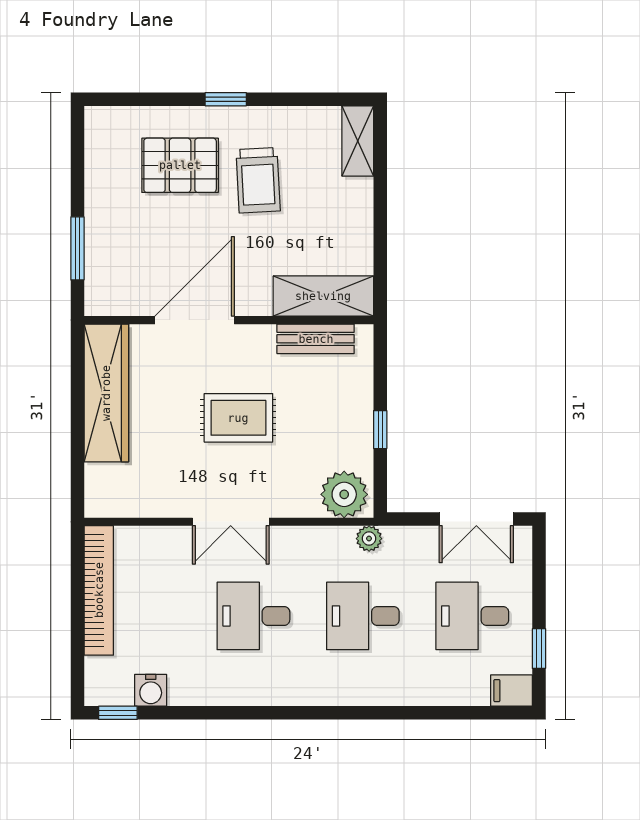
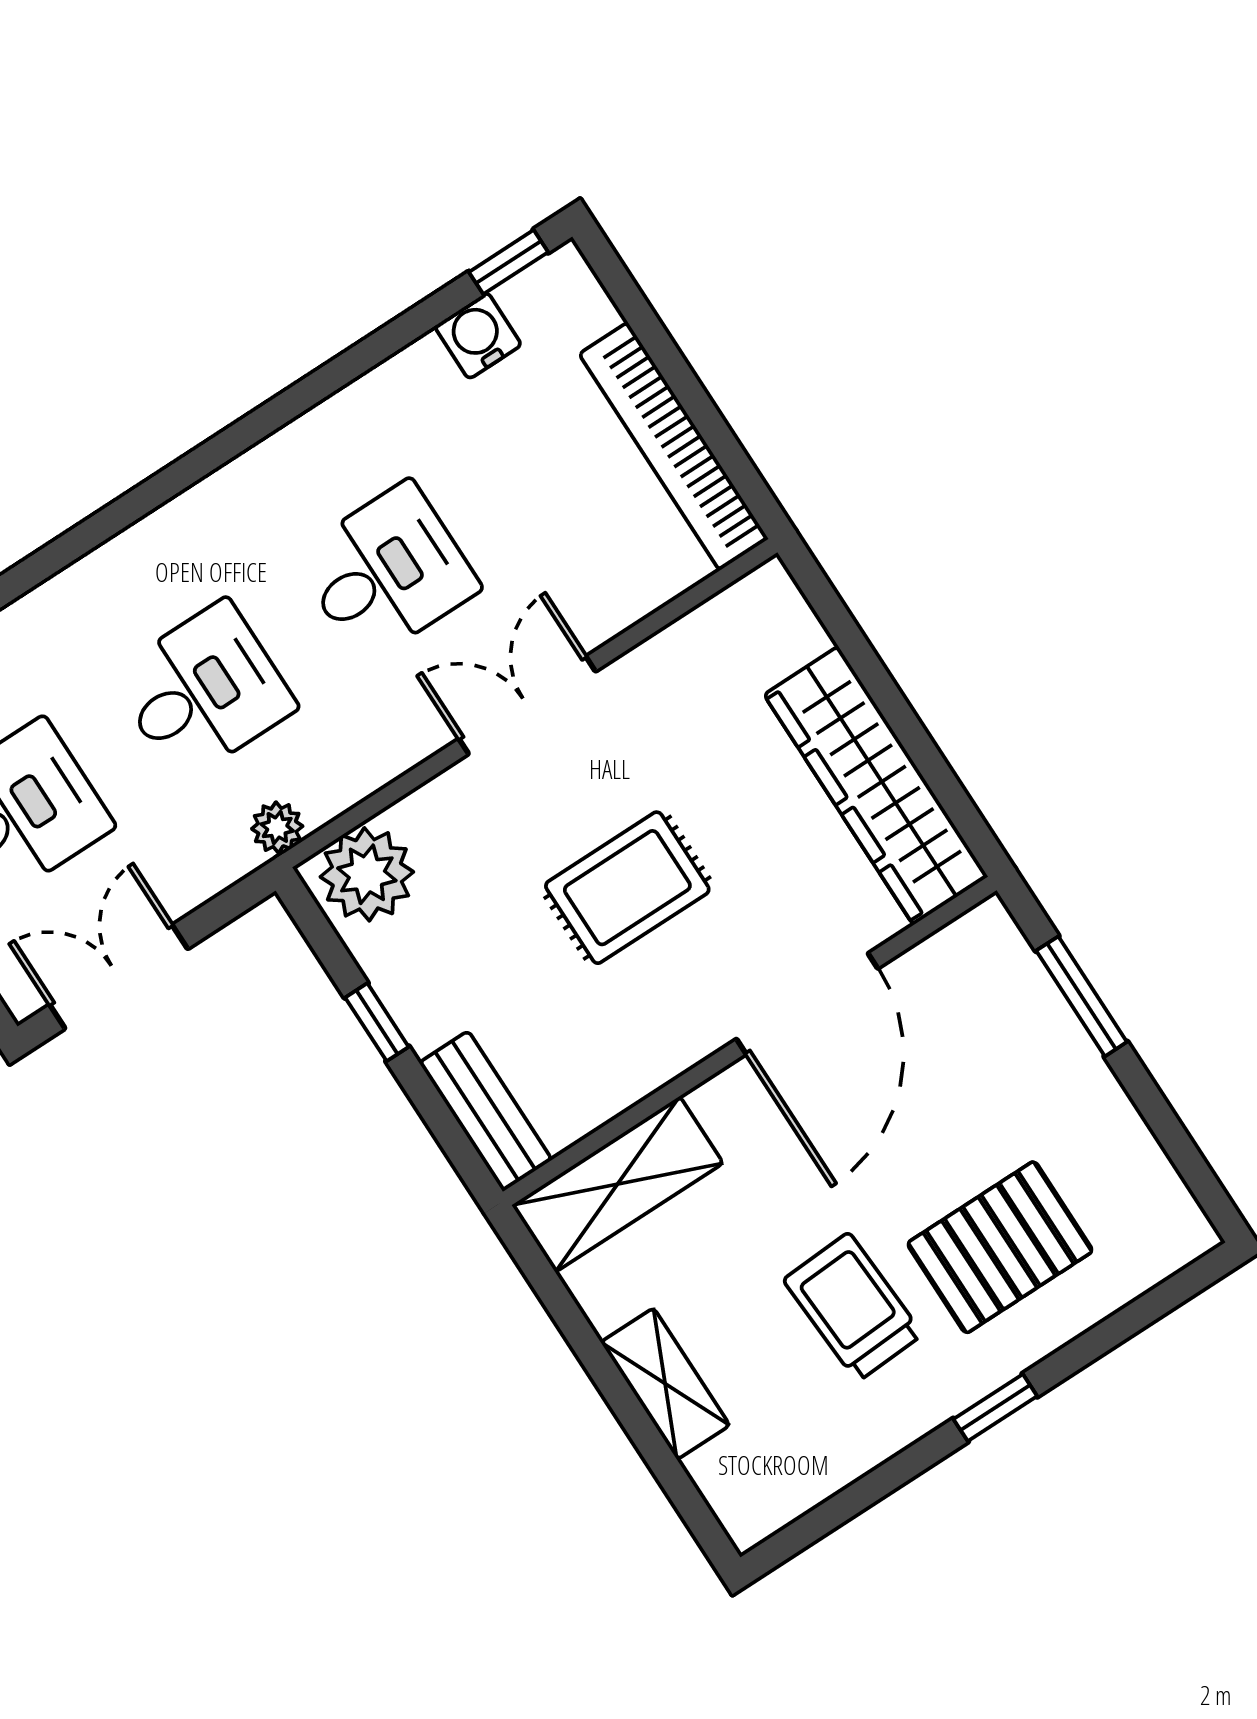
shelving: (358, 141) -> (665, 1384), moved
bench: (316, 339) -> (486, 1111), moved, turned 90

